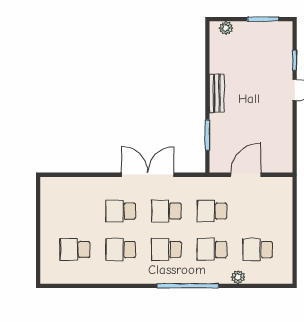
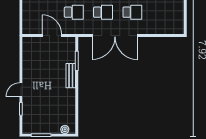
bench: (217, 93) -> (71, 76), moved
double door: (148, 175) -> (115, 35), width x1.36
door: (246, 175) -> (52, 35), swing flipped

